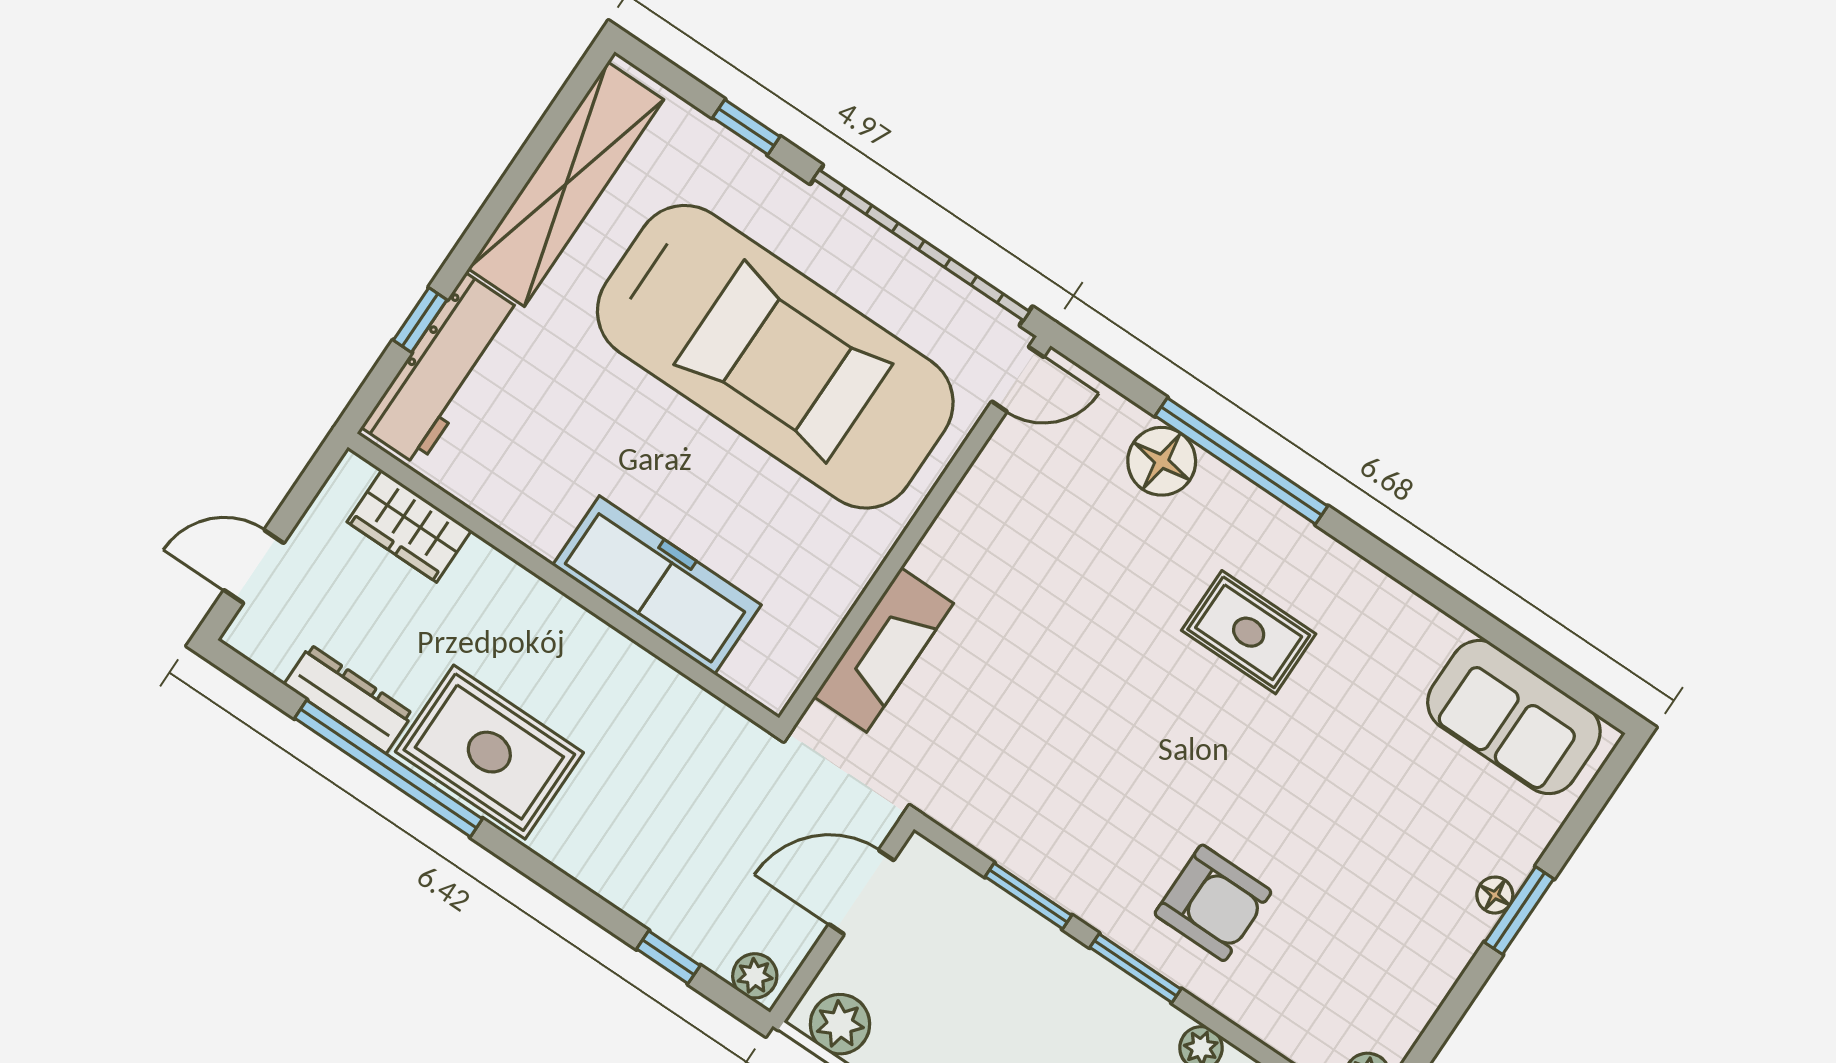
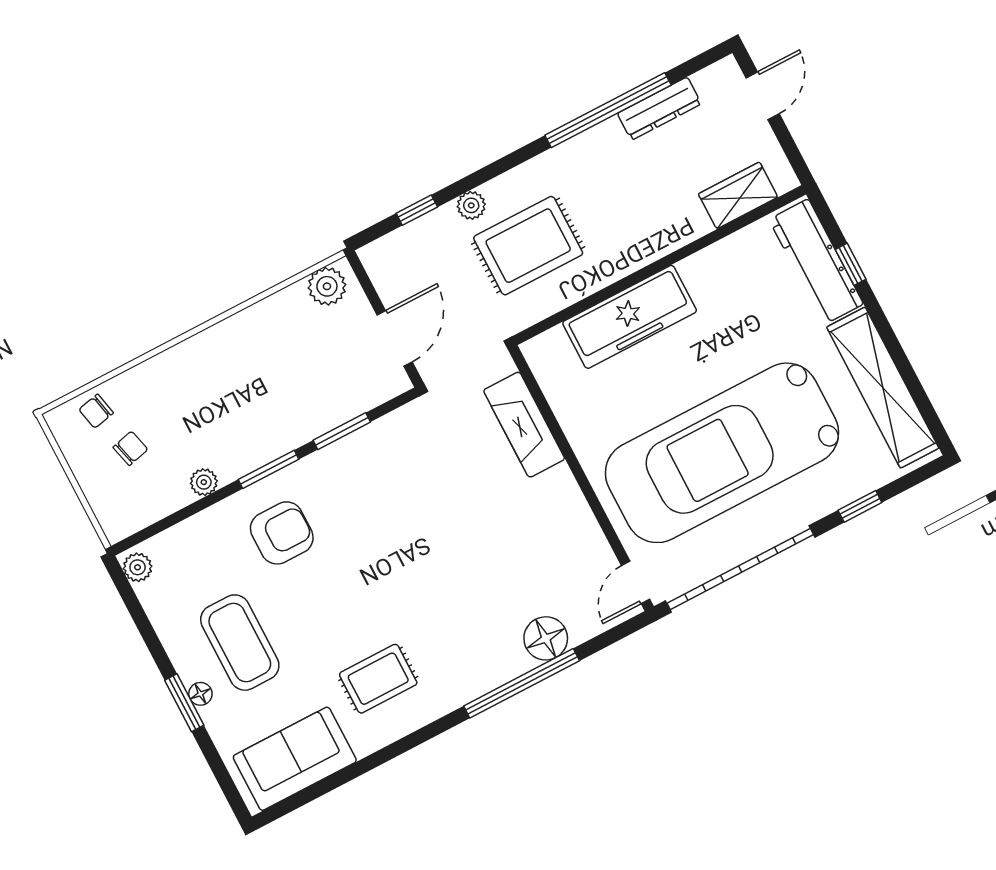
rug: (1249, 632) -> (378, 679), moved
rug: (489, 752) -> (528, 246), moved
coffee table: (1395, 879) -> (240, 643), added
armchair: (1213, 903) -> (282, 533), turned 180
plant: (755, 976) -> (471, 205), moved

